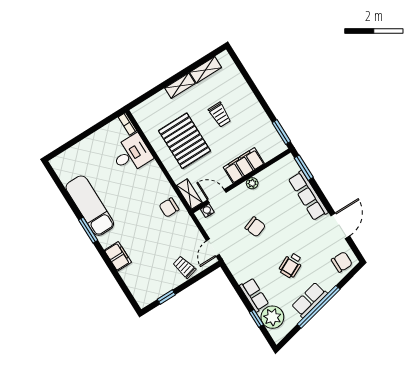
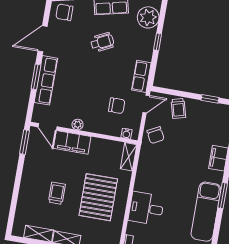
desk: (132, 154) -> (146, 208), moved
window: (304, 168) -> (36, 77), moved
door: (217, 196) -> (48, 127), moved
chair: (169, 207) -> (156, 135), moved, turned 62
chair: (255, 227) -> (117, 106), moved, turned 110
row of seats: (254, 295) -> (141, 76), moved
window: (256, 318) -> (158, 42), moved

